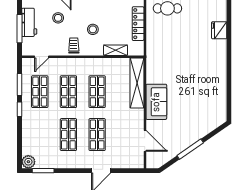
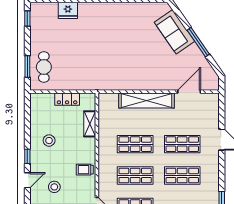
locker: (138, 24) -> (67, 99), width x0.66
stool: (93, 29) -> (49, 141), moved
shelving: (137, 83) -> (147, 101), moved
sofa: (156, 102) -> (174, 32), moved, turned -125

